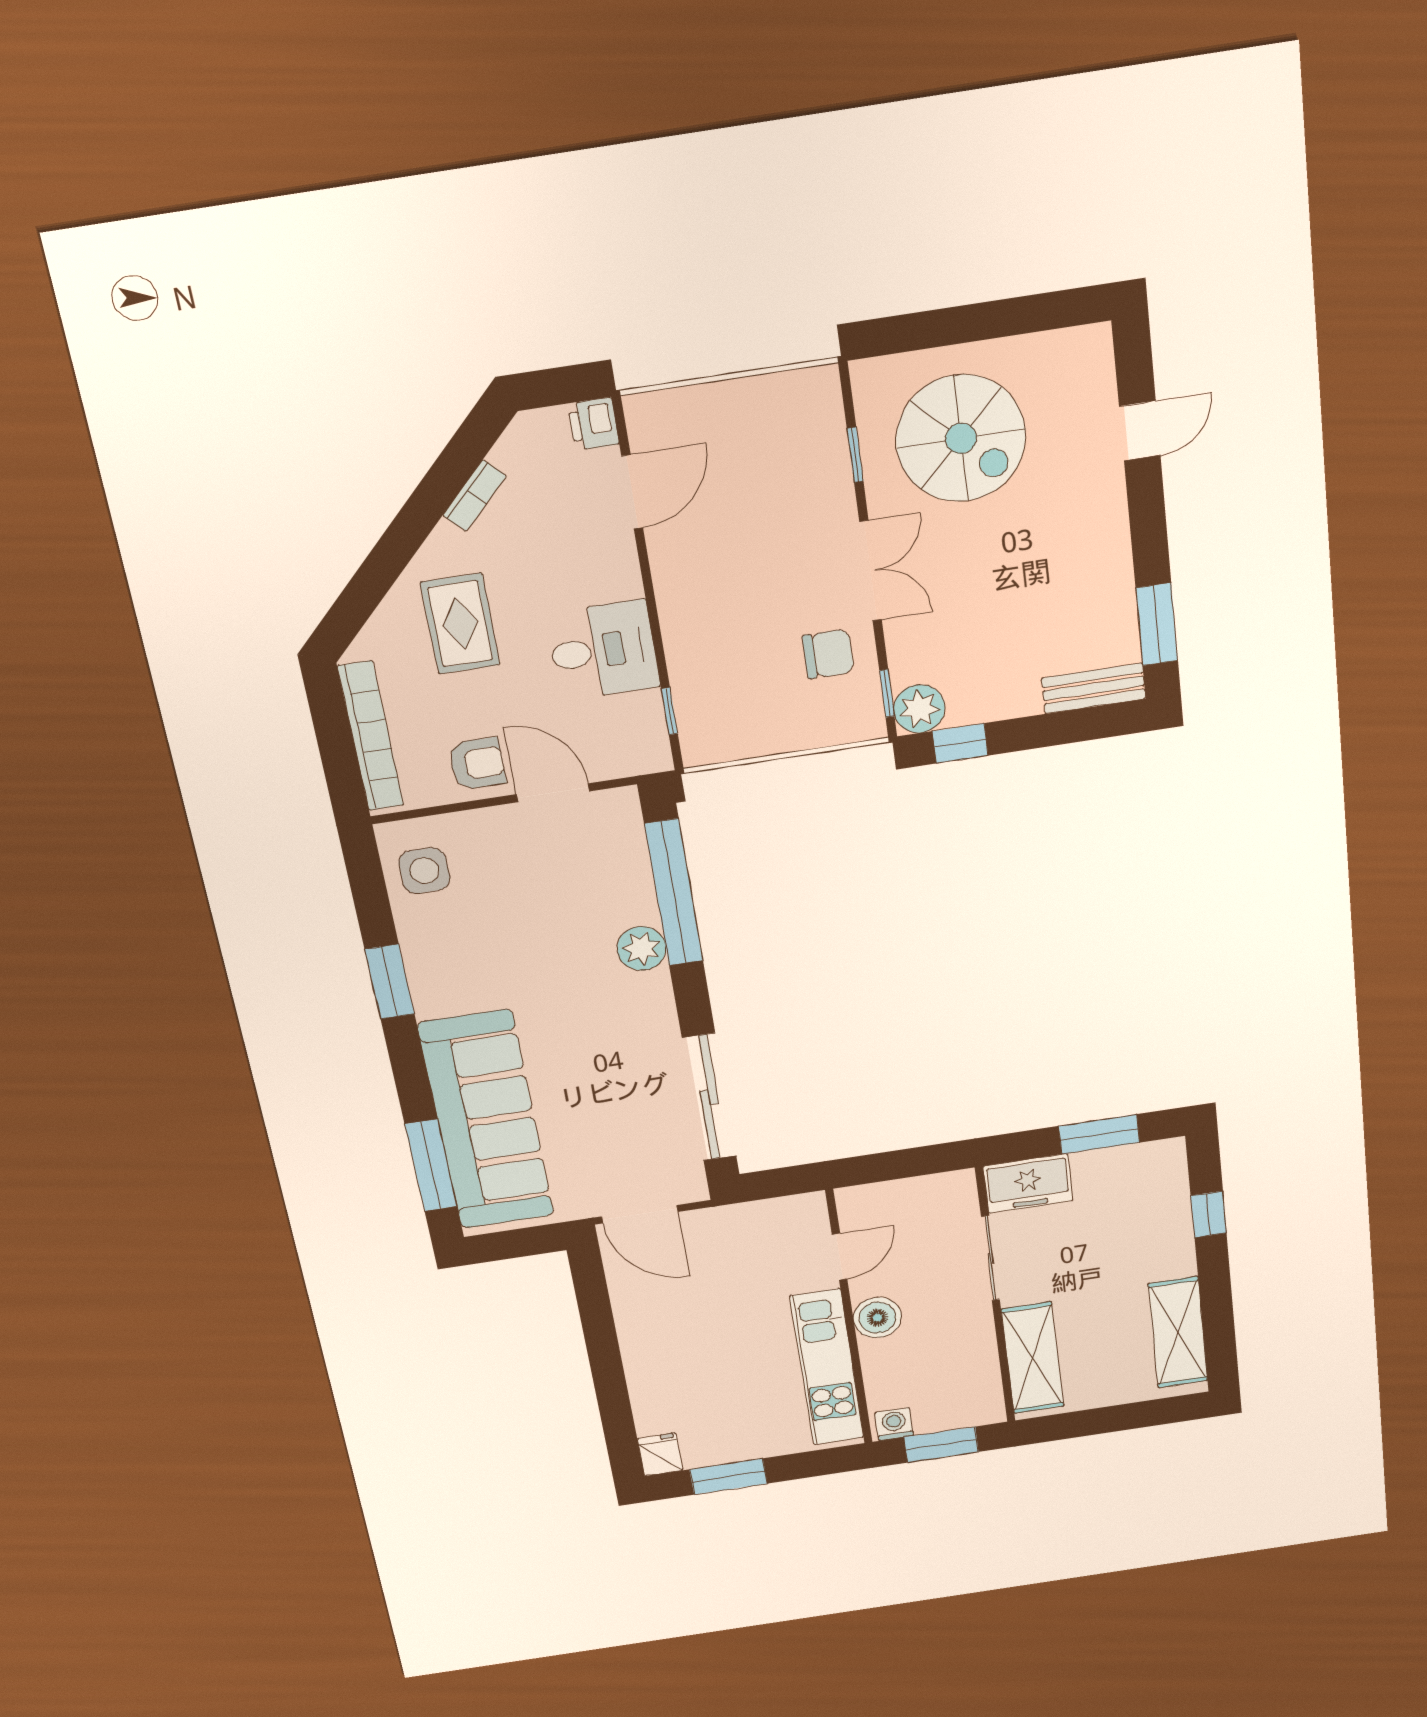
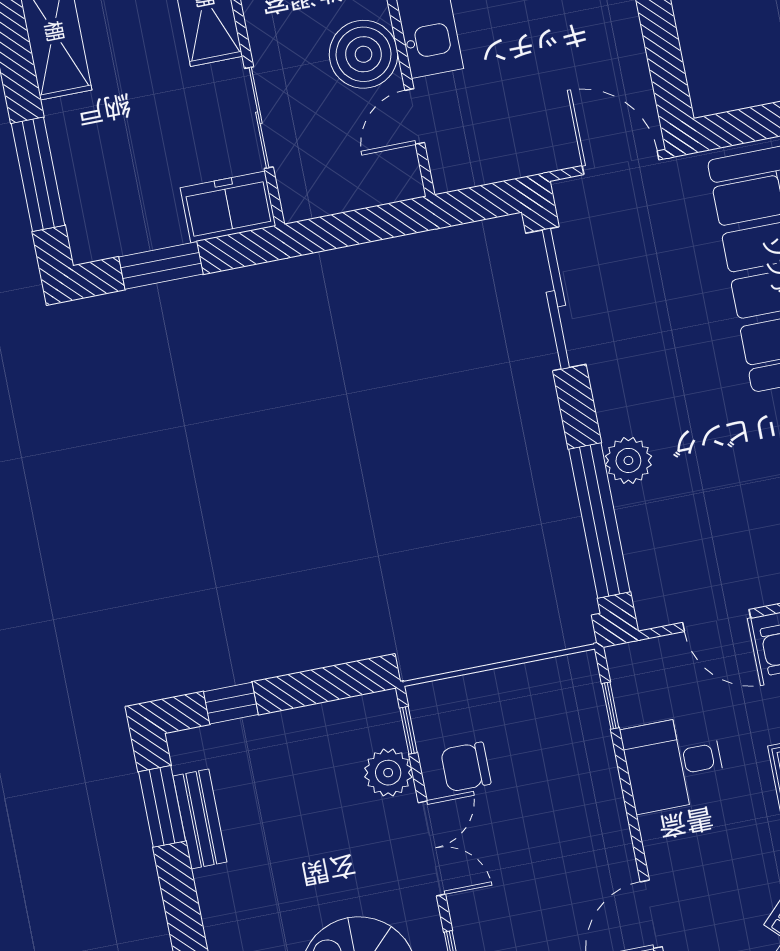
double door: (871, 571) -> (432, 848), swing flipped
bench: (1094, 688) -> (200, 819), moved, turned 90
plant: (919, 709) -> (388, 773), moved
window: (960, 743) -> (231, 703), moved
window: (1209, 1214) -> (38, 174), width x2.17
boiler: (877, 1318) -> (364, 54), width x1.37, depth x1.37

